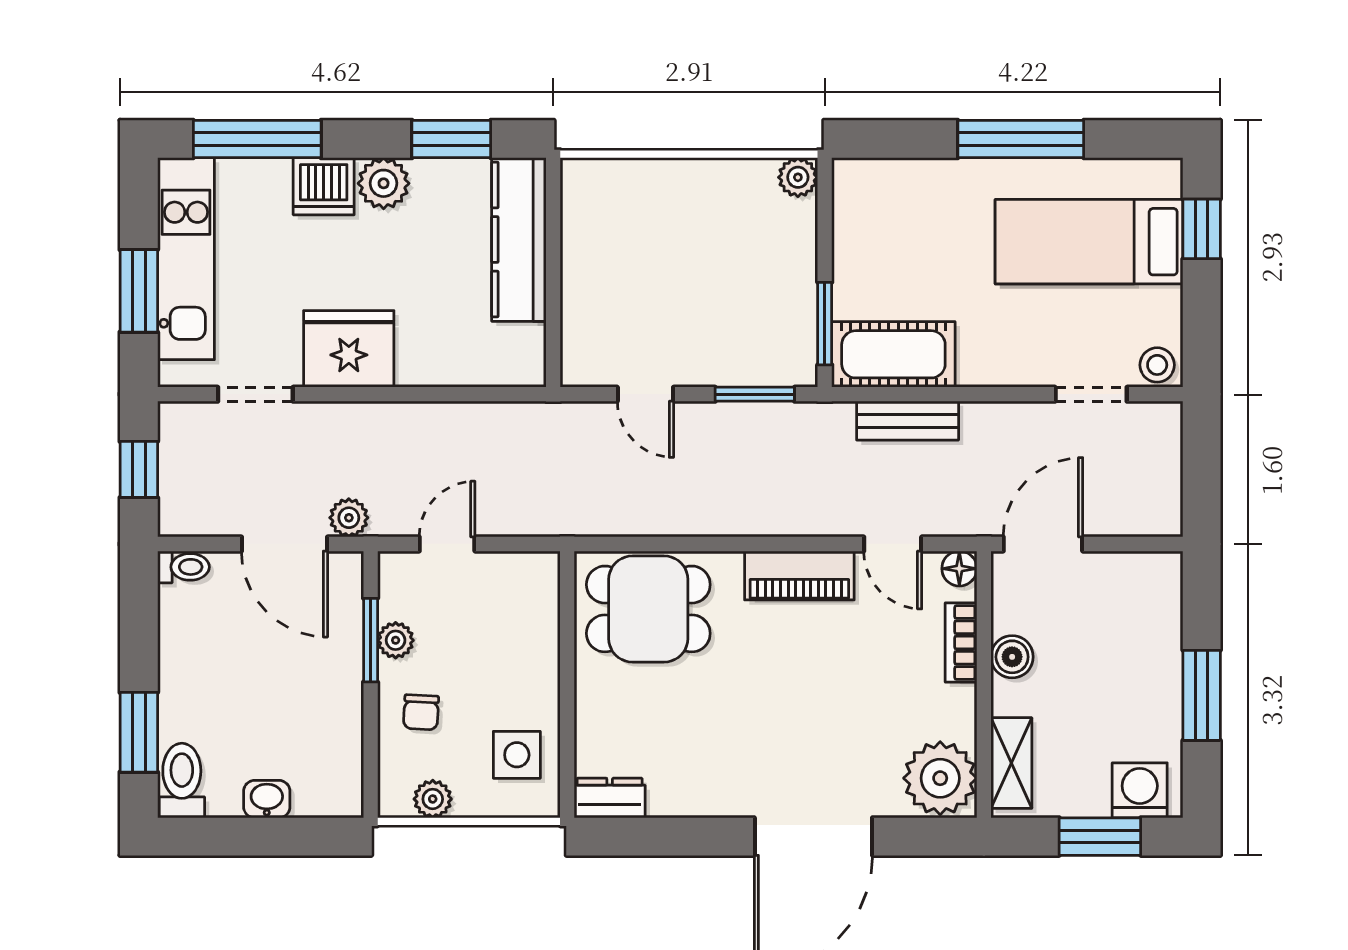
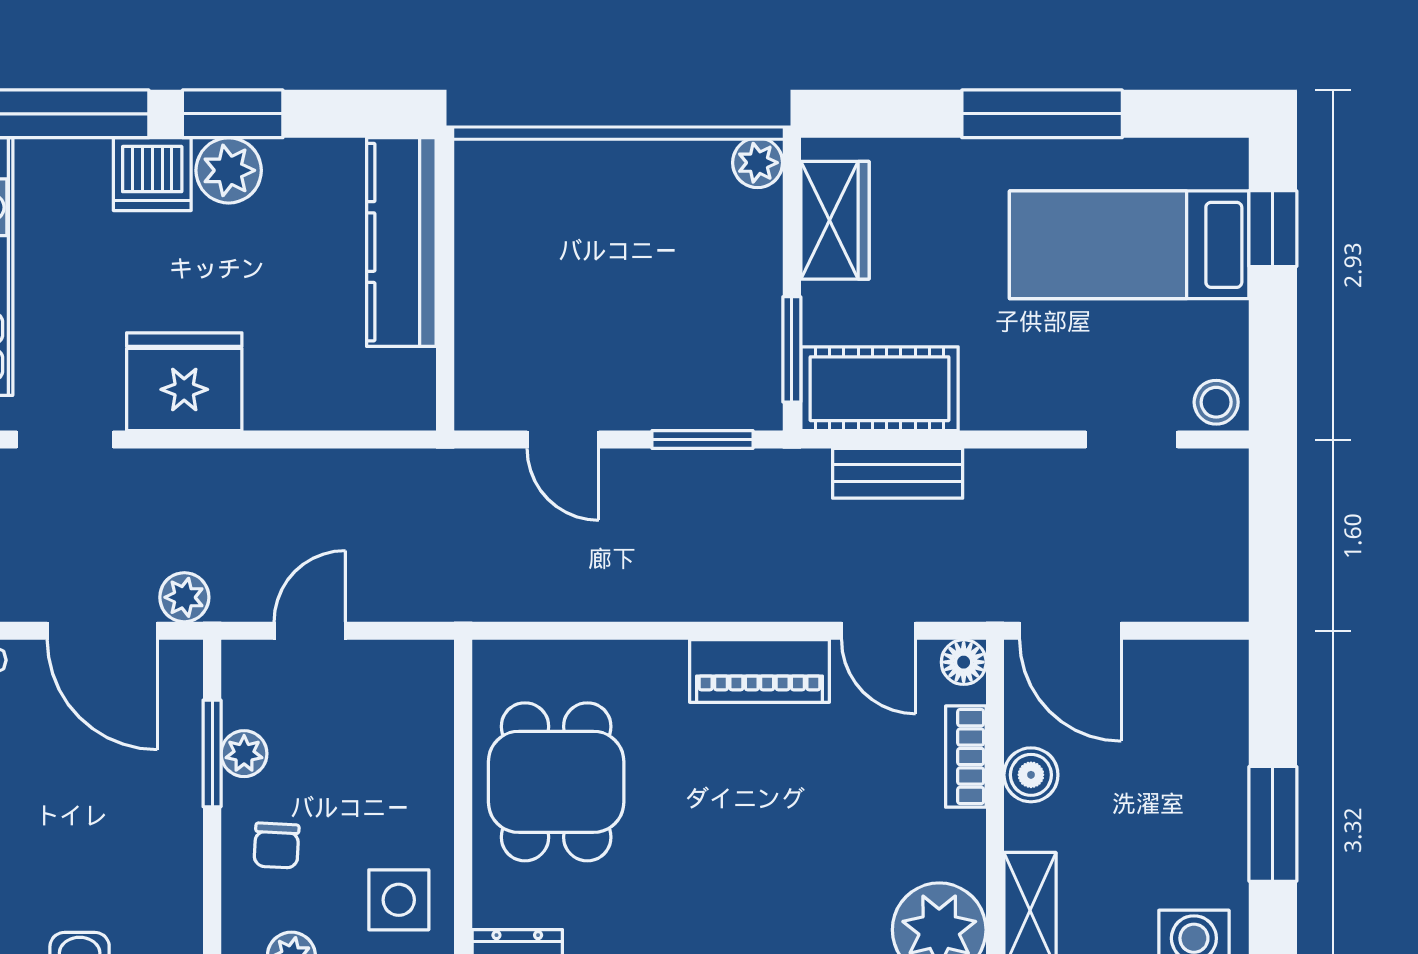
window: (451, 139) -> (233, 114), moved
wardrobe: (858, 222) -> (835, 220), added
door: (1043, 544) -> (1070, 631), swing flipped
dining table: (648, 609) -> (556, 782), moved, turned 90

